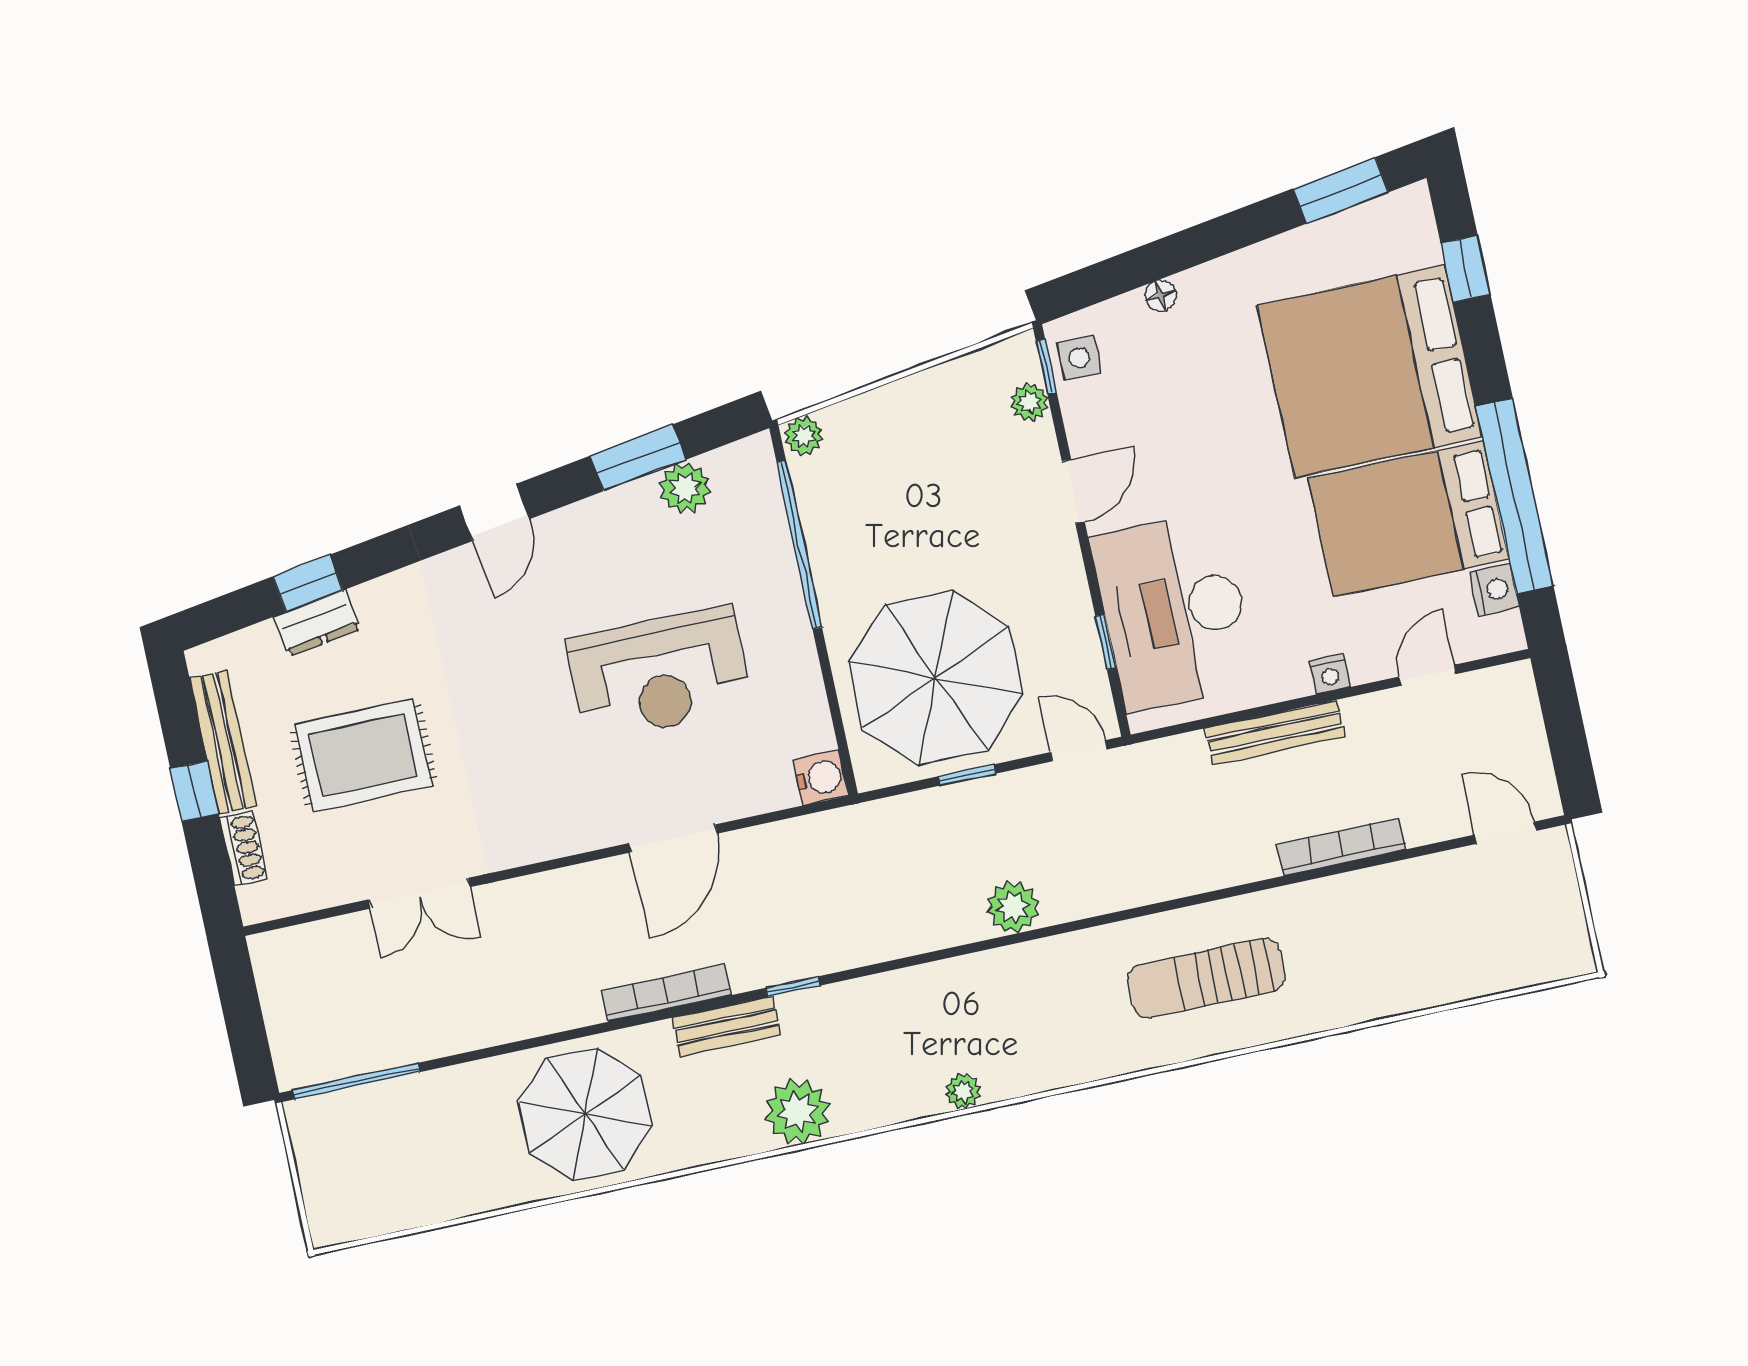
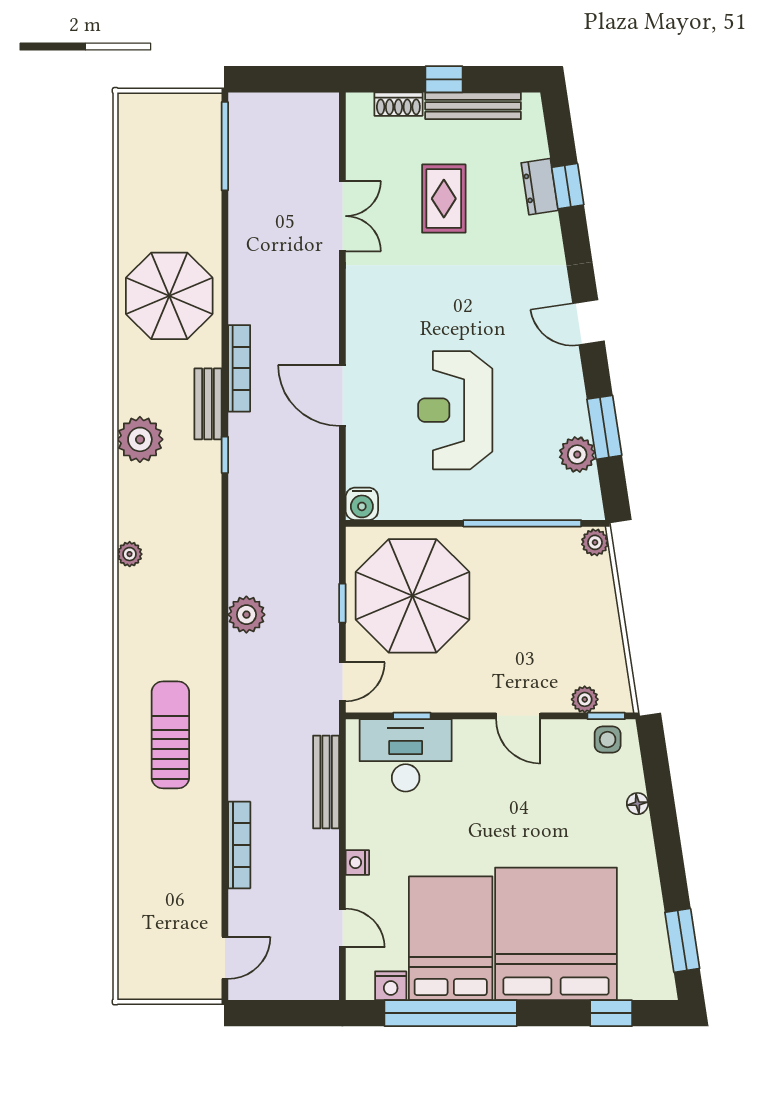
desk: (1174, 612) -> (406, 755), width x0.73, depth x0.77
bench: (1275, 732) -> (326, 782), moved
rug: (363, 755) -> (444, 199), width x0.73, depth x0.70
double door: (419, 893) -> (342, 216), swing flipped

